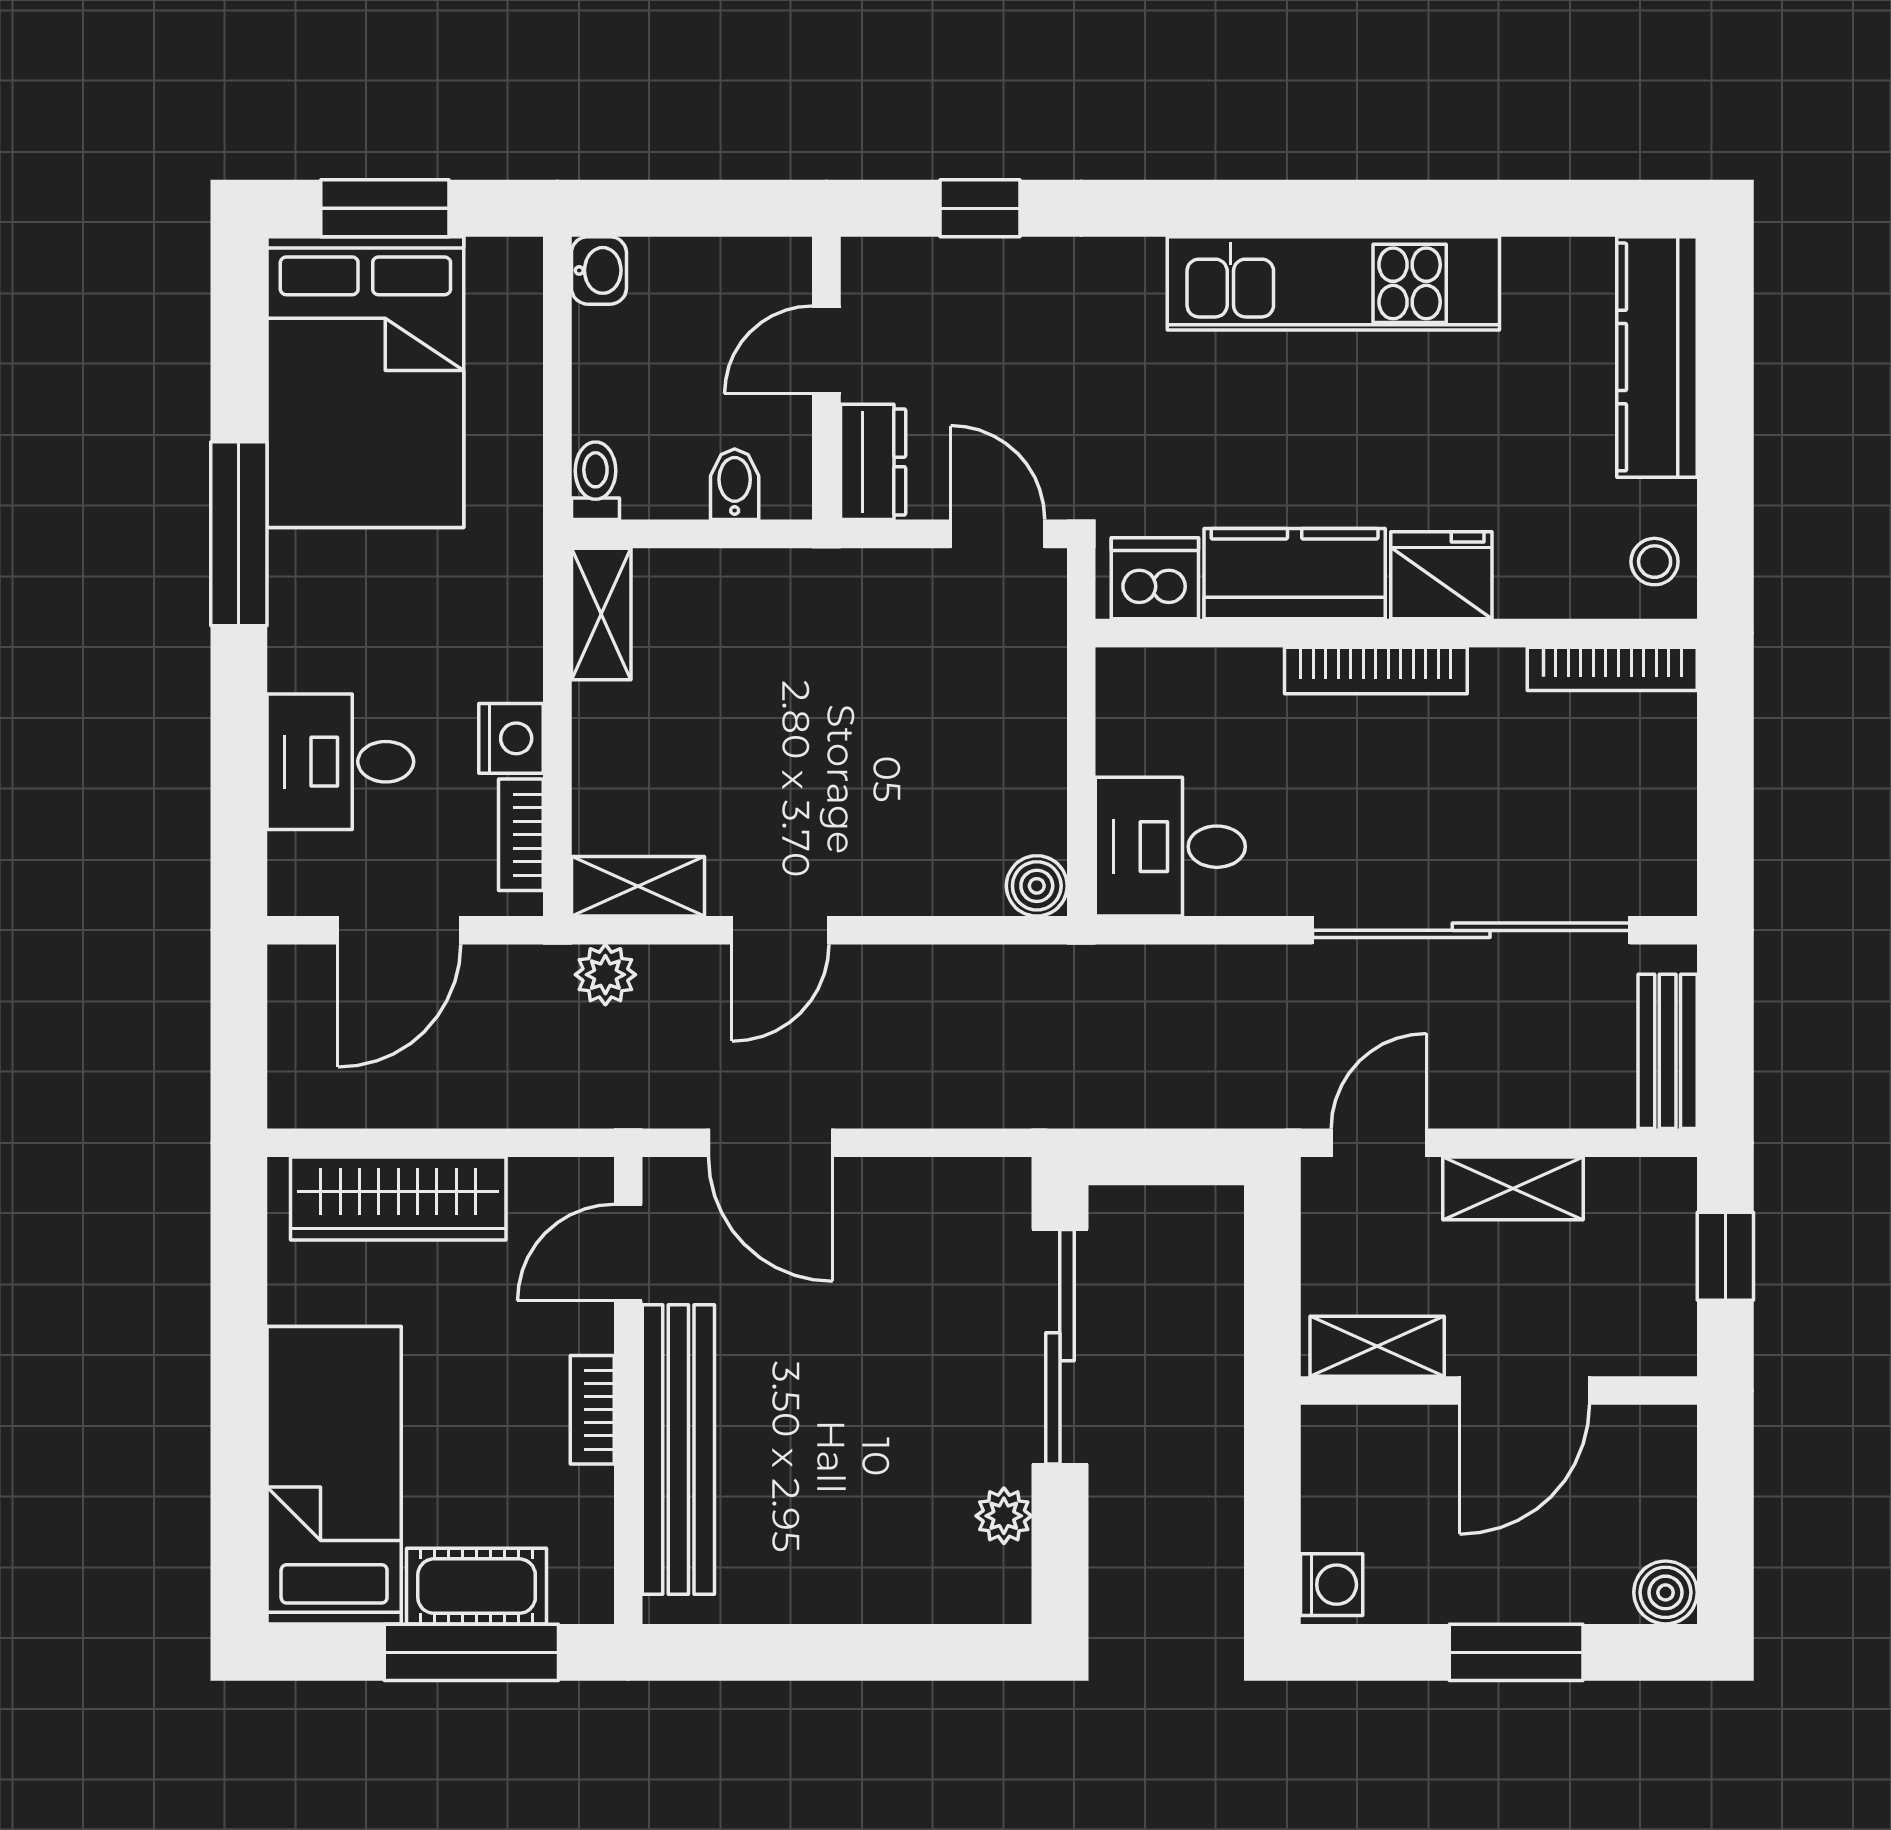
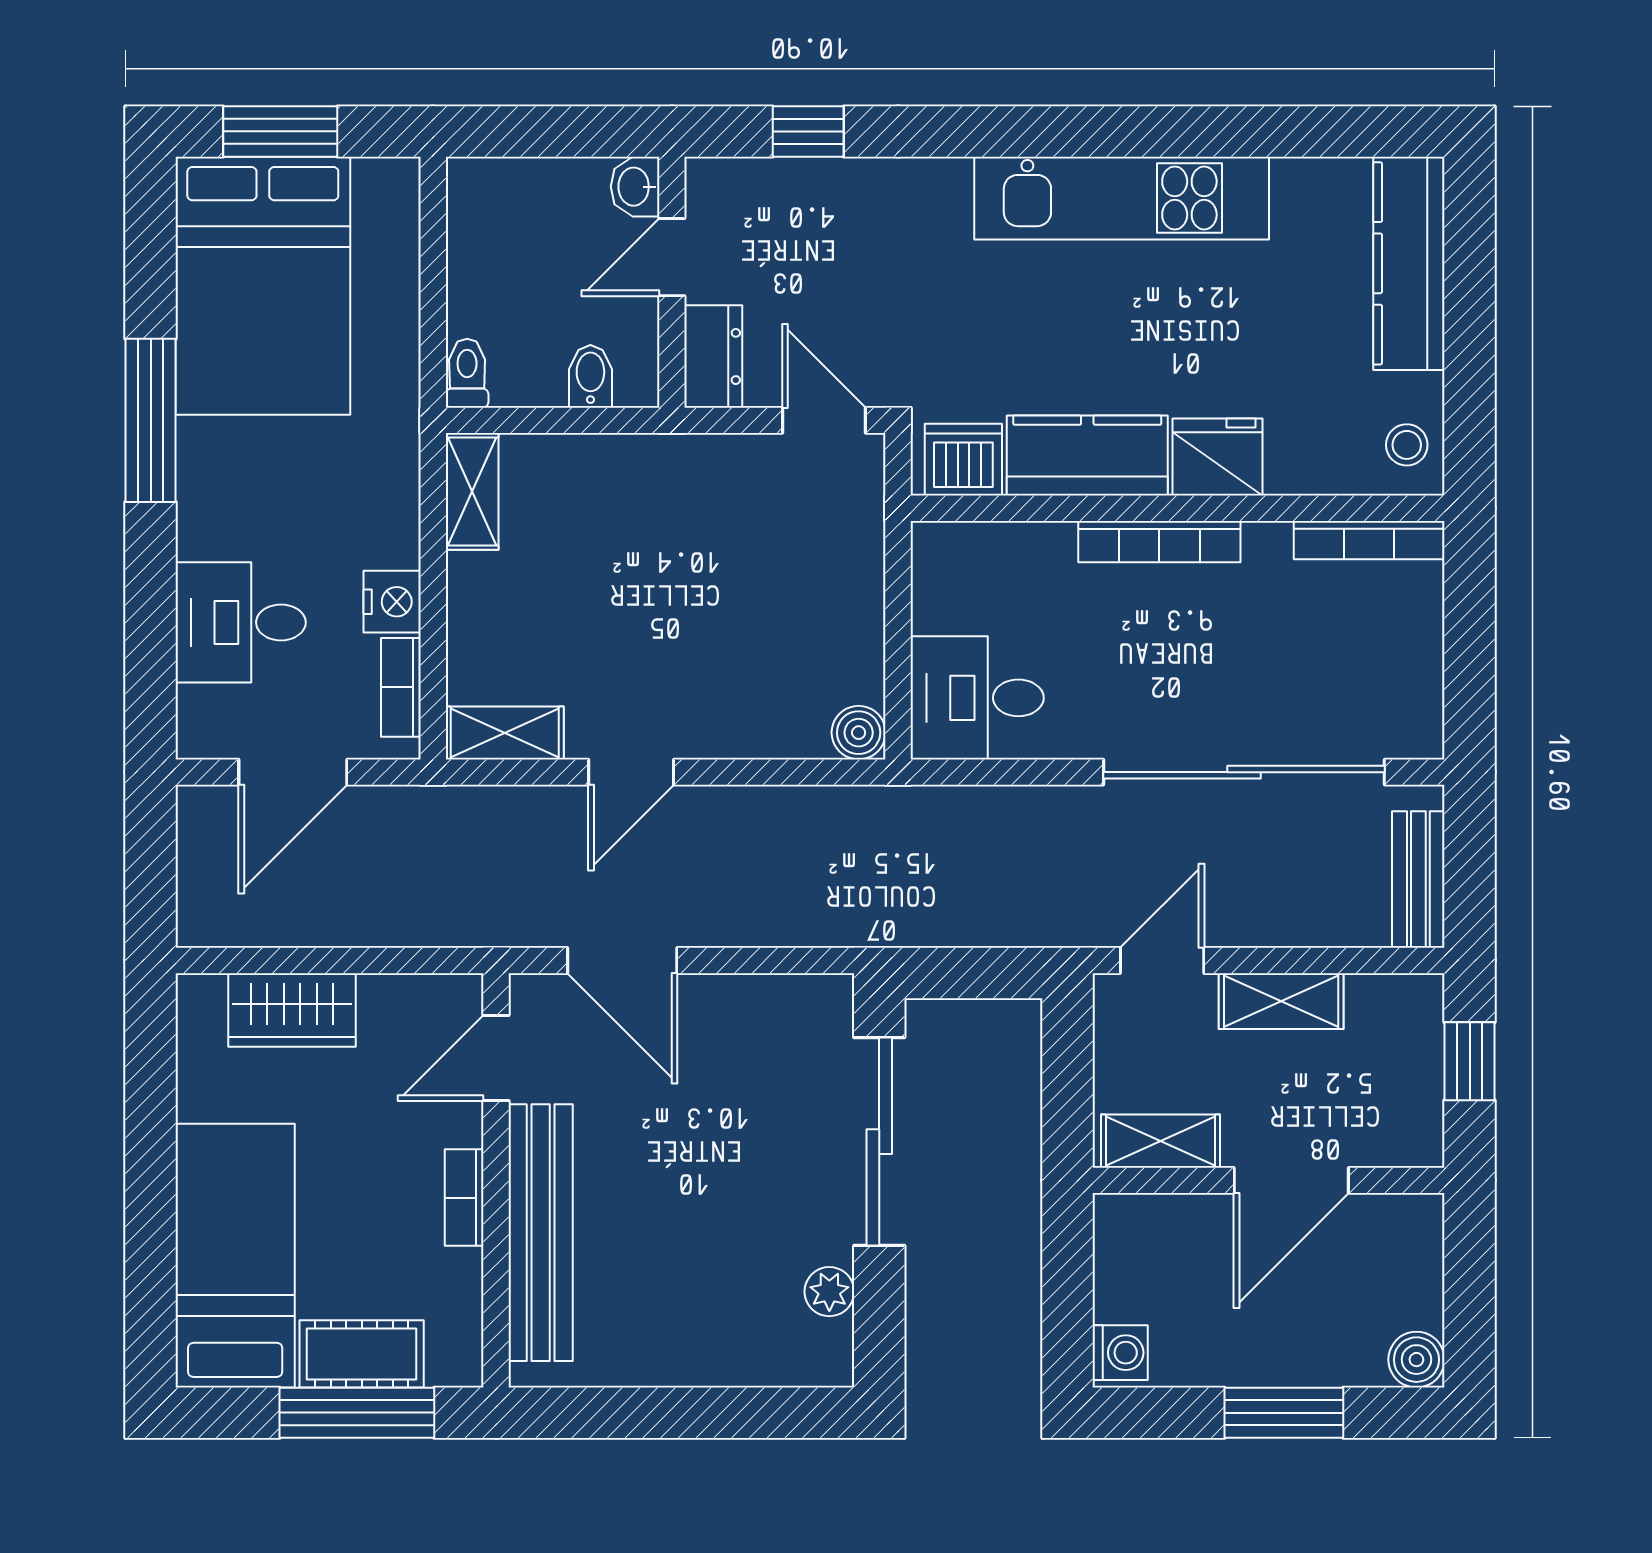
washbasin: (599, 270) -> (635, 187), moved, turned 180
plant: (605, 975) -> (476, 811), removed
wardrobe: (398, 1198) -> (292, 1010), width x0.67

